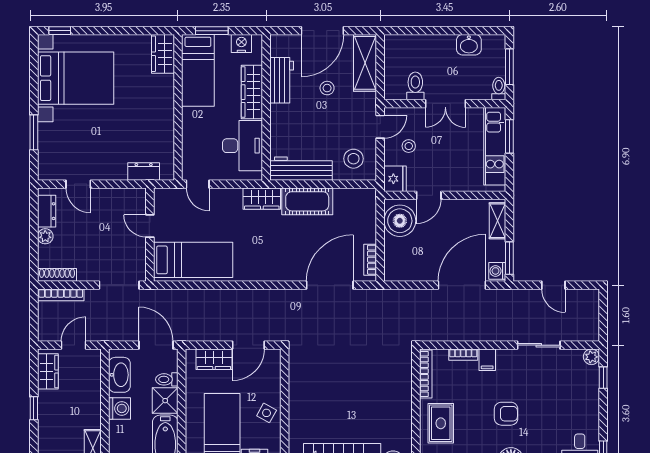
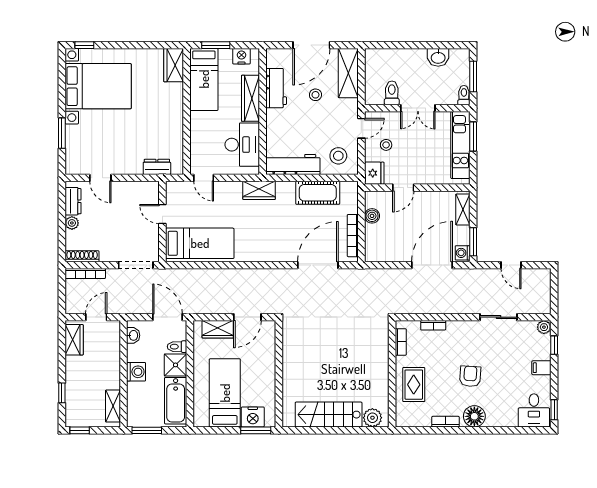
cot: (307, 201) -> (318, 193), moved
boiler: (400, 221) -> (372, 216), width x0.54, depth x0.54
bookcase: (370, 260) -> (353, 236), width x1.56
filing cabinet: (487, 360) -> (541, 368), moved, turned 90
bookcase: (426, 374) -> (401, 342), width x0.64
washbasin: (119, 375) -> (133, 335), width x0.52, depth x0.69
window: (34, 408) -> (62, 393), moved
side table: (267, 413) -> (263, 376), removed
armchair: (506, 414) -> (470, 376), turned -86

